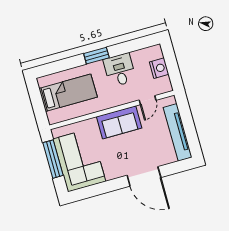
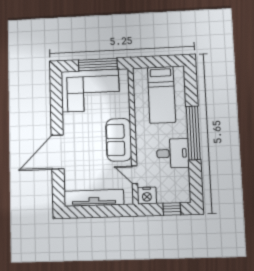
window: (96, 56) -> (193, 133), width x2.11
window: (170, 59) -> (172, 209), added
nightstand: (159, 68) -> (147, 196), moved

